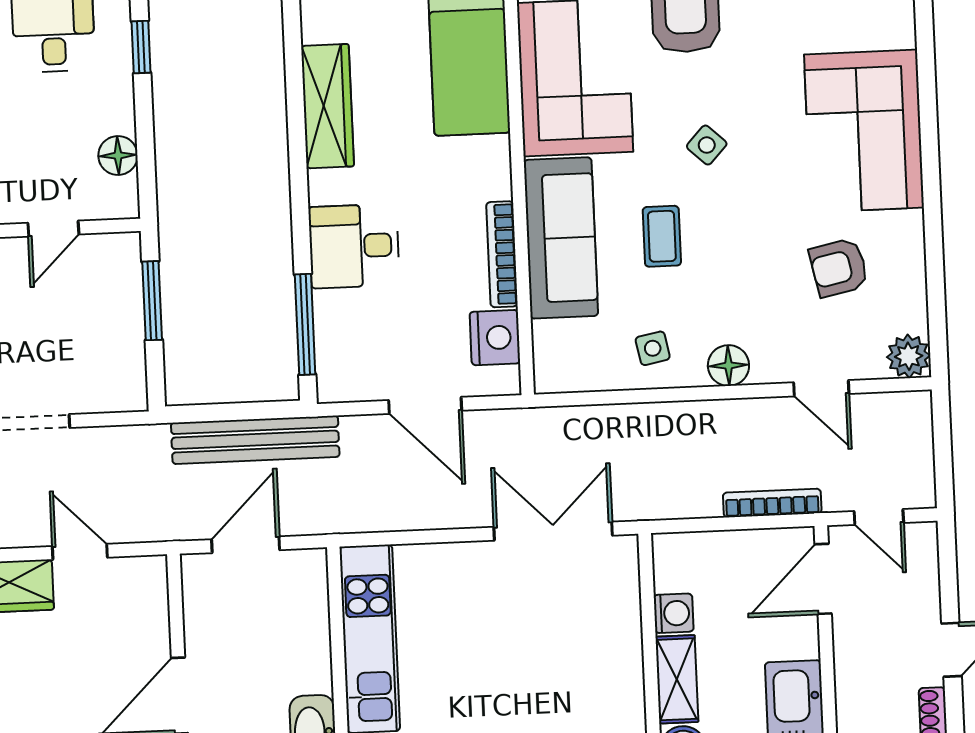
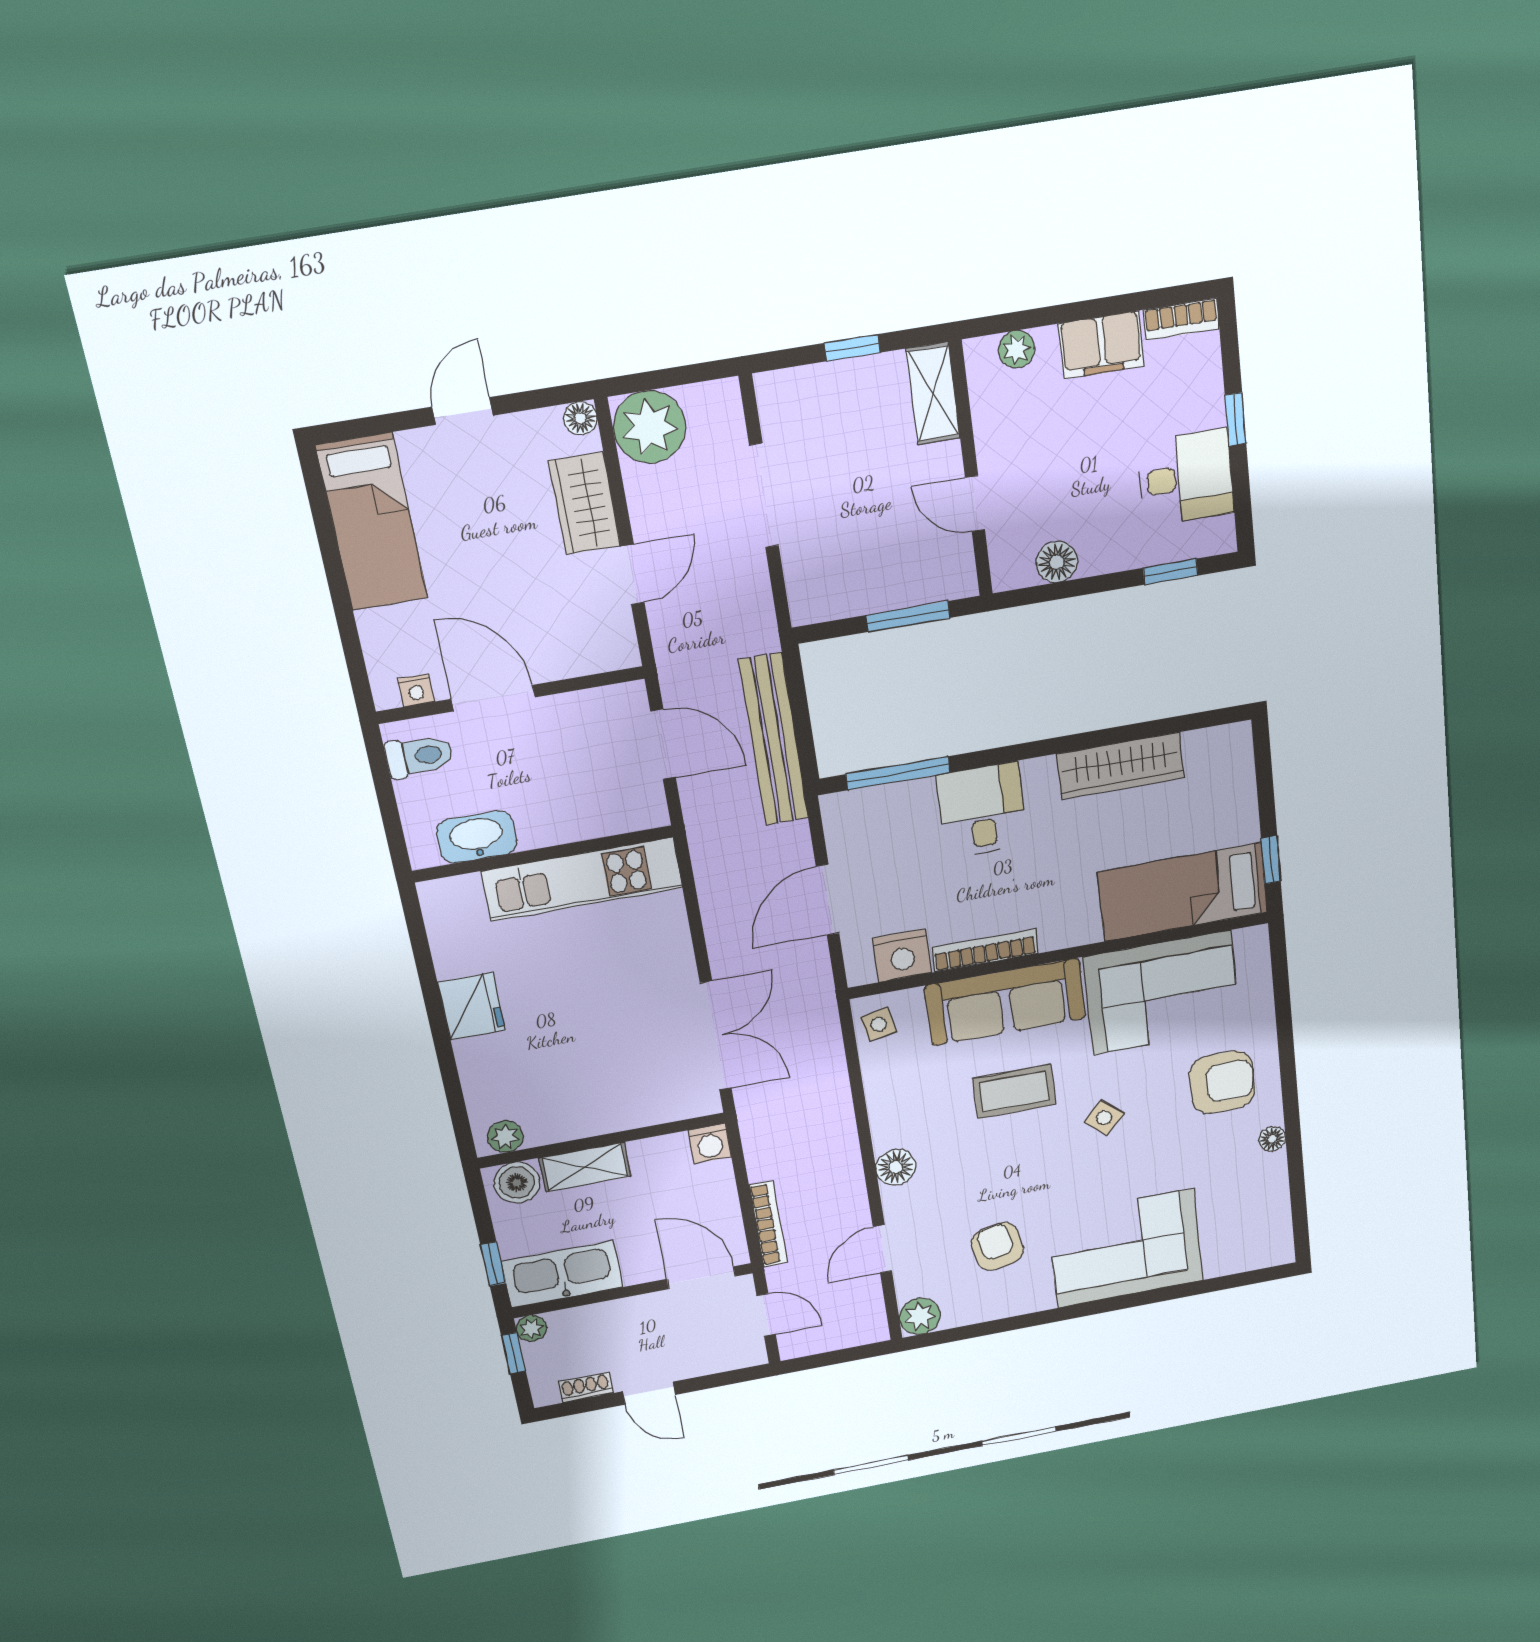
coffee table: (662, 236) -> (1014, 1091), width x1.36, depth x1.30
side table: (653, 348) -> (879, 1024), moved
door: (879, 517) -> (766, 1315), swing flipped
washing machine: (674, 613) -> (710, 1144), moved

